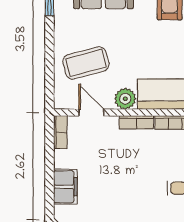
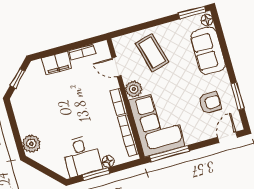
door: (91, 112) -> (117, 67), swing flipped
bookcase: (60, 132) -> (82, 52), moved

